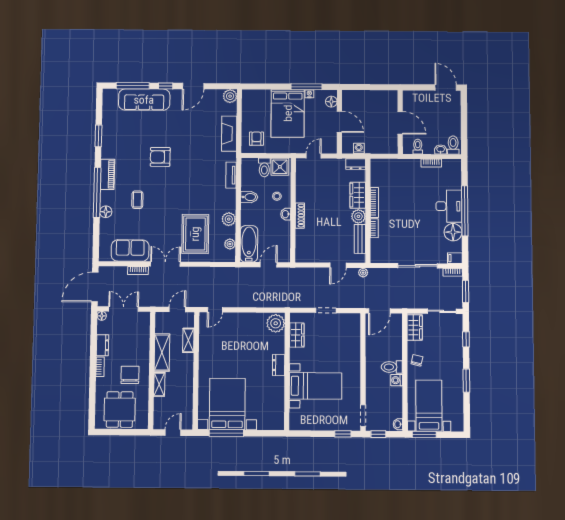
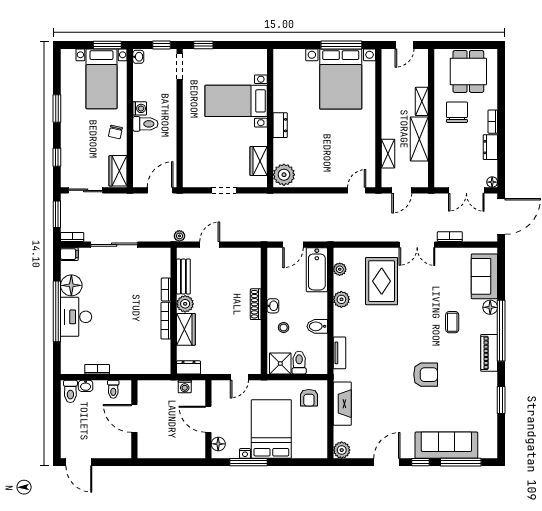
sofa: (130, 251) -> (484, 276), moved, turned 90
chair: (130, 375) -> (457, 112), turned 180

